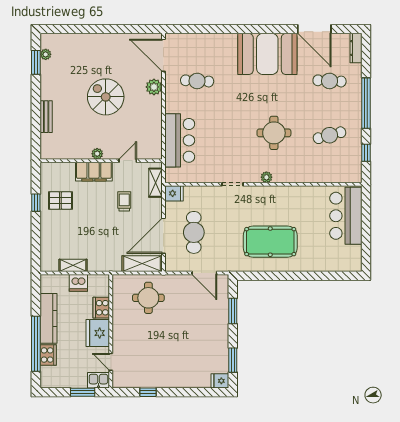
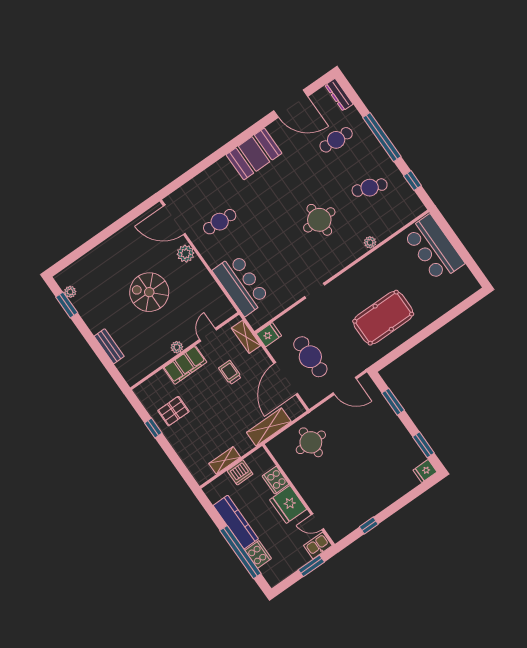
booth: (267, 54) -> (254, 154), width x0.73, depth x0.70
cafe table: (330, 135) -> (370, 188), turned 36
plant: (266, 177) -> (370, 242), moved
shelving: (142, 264) -> (269, 427), moved

